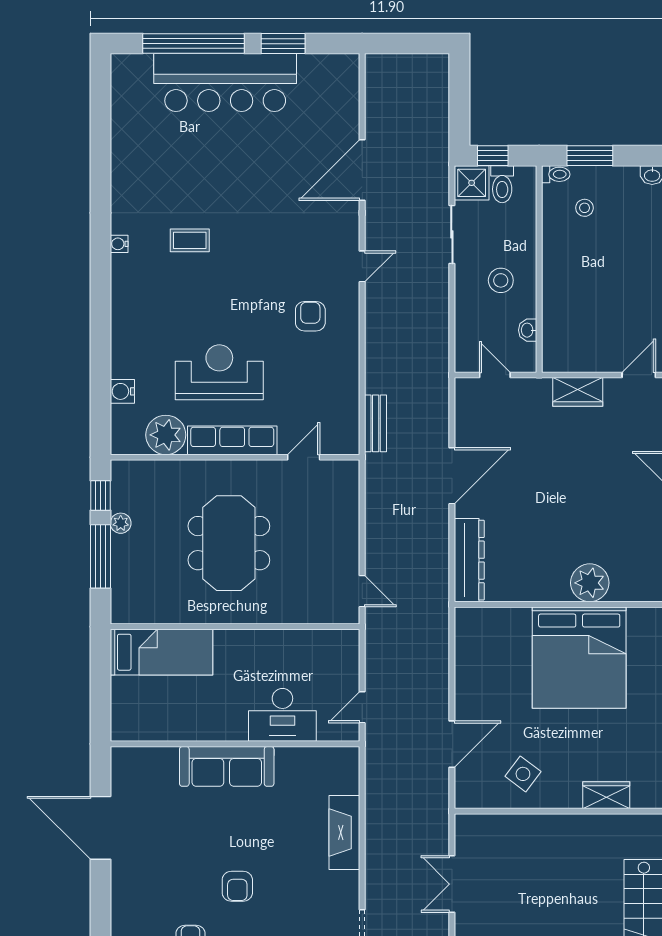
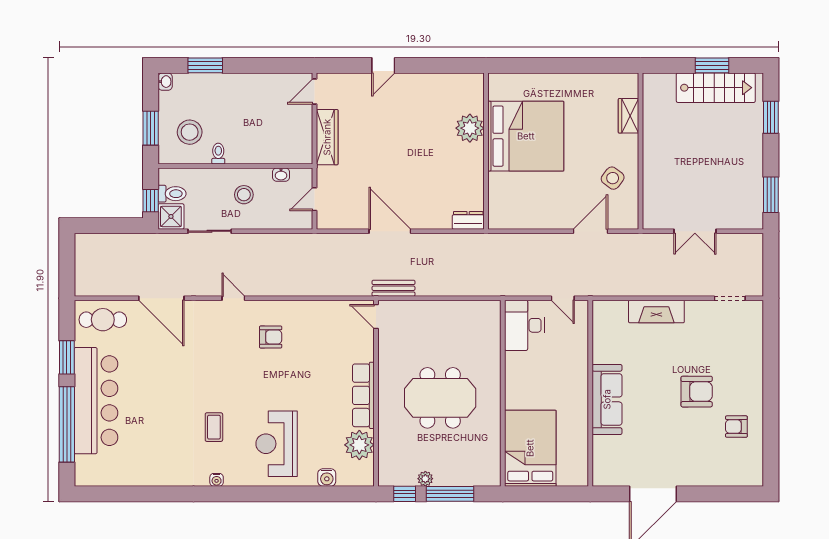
cafe table: (334, 92) -> (103, 320), added
toilet: (556, 174) -> (218, 154), moved
stool: (584, 208) -> (190, 132), width x1.89, depth x1.89
armchair: (310, 316) -> (271, 337), turned 180
reception desk: (219, 372) -> (277, 444), moved
door: (639, 375) -> (315, 92), hinge flipped
wardrobe: (578, 392) -> (327, 137), width x1.50
bench: (376, 423) -> (393, 288), moved
door: (304, 457) -> (376, 317), moved
dresser: (469, 560) -> (468, 220), width x0.51, depth x0.80
door: (362, 591) -> (476, 298), removed
bed: (161, 652) -> (530, 448), width x1.50
desk: (282, 715) -> (524, 325), moved, turned 180
door: (452, 744) -> (590, 231), hinge flipped
armchair: (237, 886) -> (697, 392), width x1.38, depth x1.38

